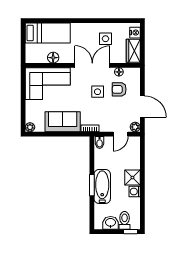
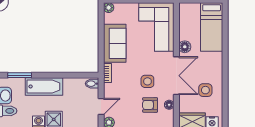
floor lamp: (53, 58) -> (185, 47), moved
armchair: (119, 89) -> (150, 105), turned -90
door: (121, 134) -> (101, 106), swing flipped
window: (92, 185) -> (20, 75), moved

